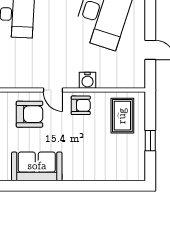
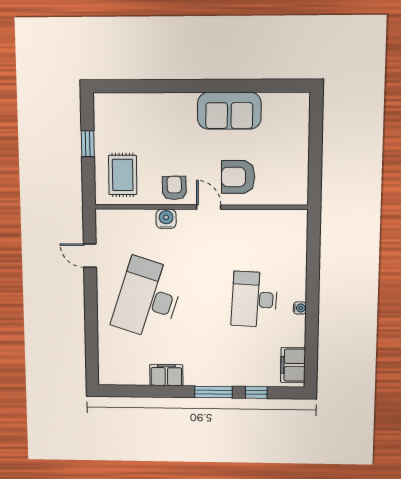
armchair: (81, 105) -> (174, 188), turned 89

